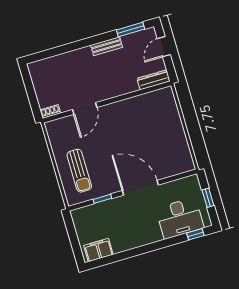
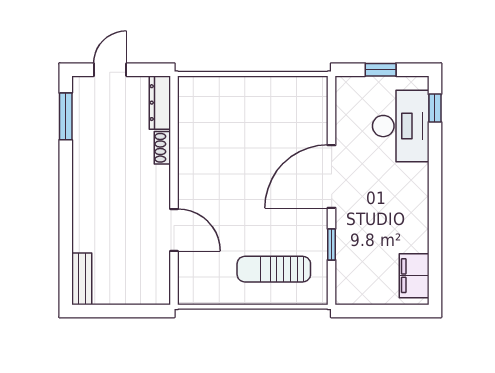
bench: (107, 46) -> (82, 279), moved
door: (164, 47) -> (110, 70), swing flipped
shoe rack: (50, 112) -> (162, 148), moved
sun lounger: (79, 171) -> (274, 269), turned 180

